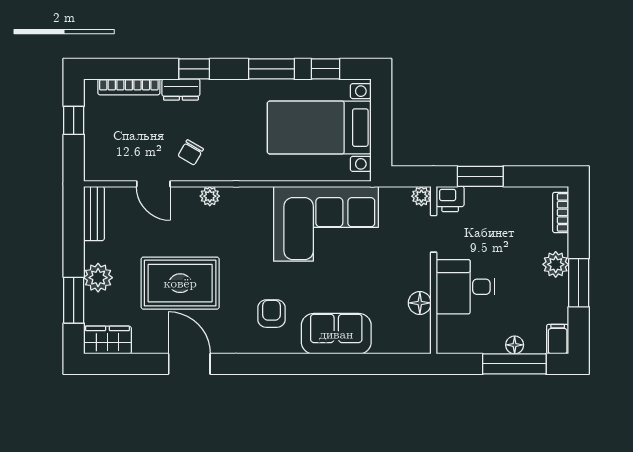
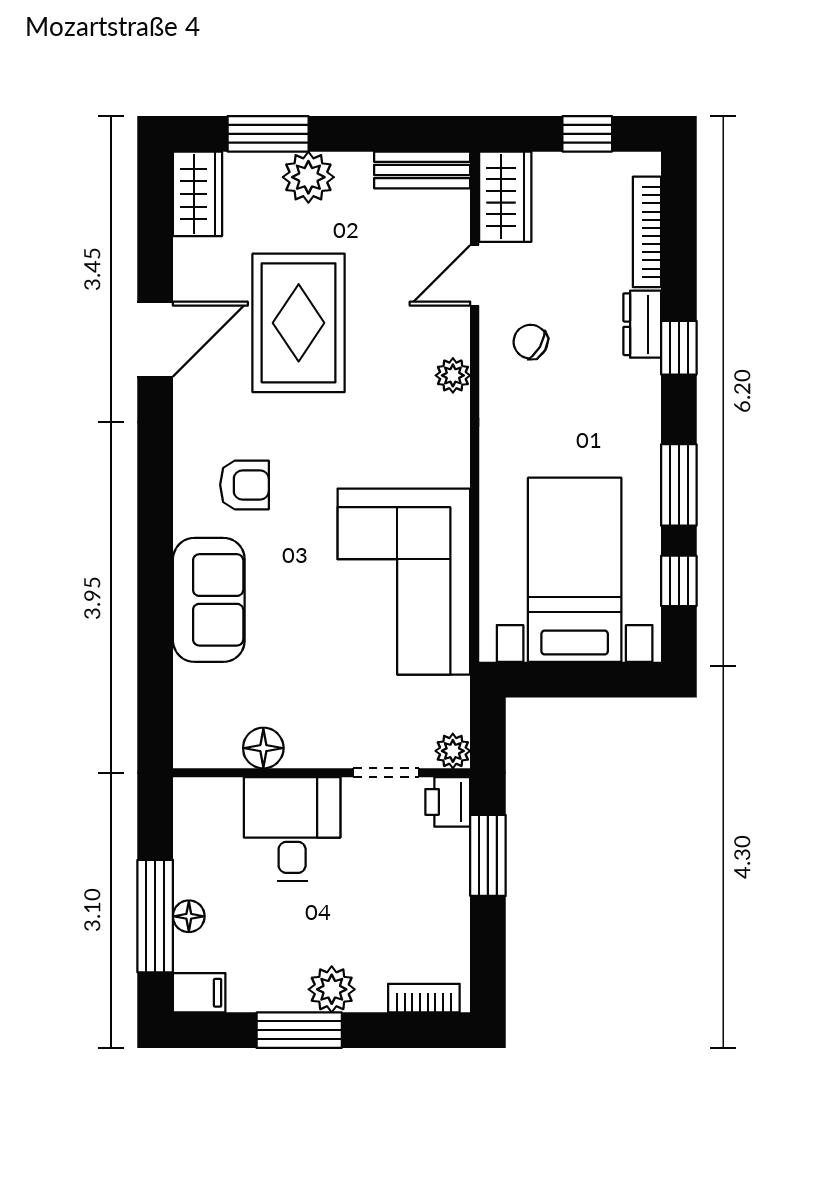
wardrobe: (109, 167) -> (505, 197), added

